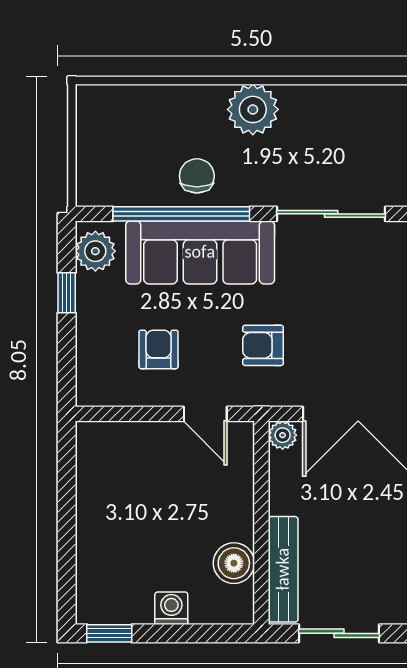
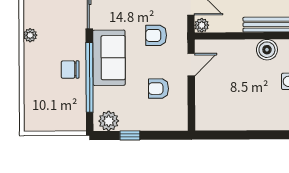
plant: (253, 109) -> (30, 35), width x0.53, depth x0.53
sofa: (200, 252) -> (109, 58), width x0.73
armchair: (263, 345) -> (156, 35), turned 90

